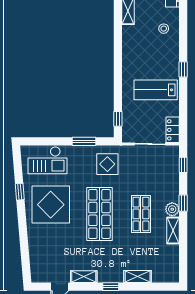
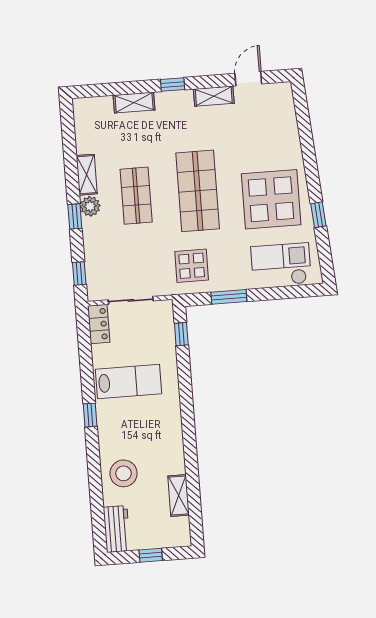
stool: (164, 29) -> (124, 473), width x1.89, depth x1.89

